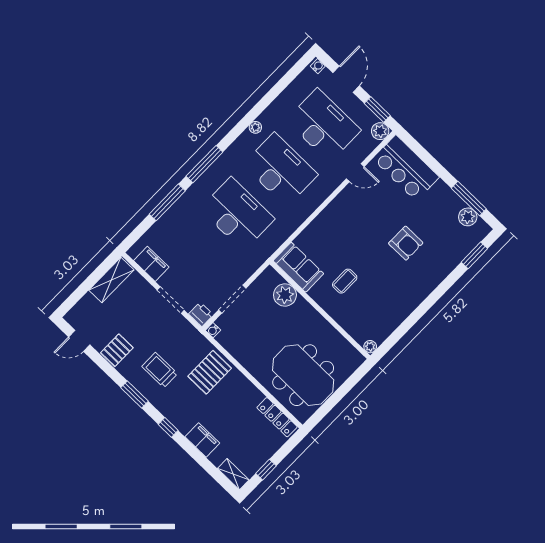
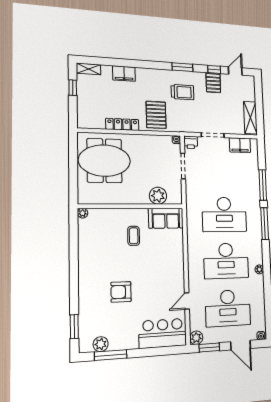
locker: (277, 417) -> (122, 124), moved
window: (168, 427) -> (214, 69), moved

